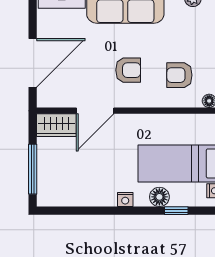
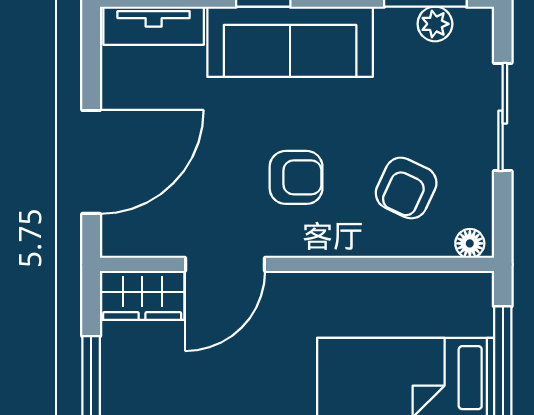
armchair: (179, 75) -> (406, 188), turned -65

